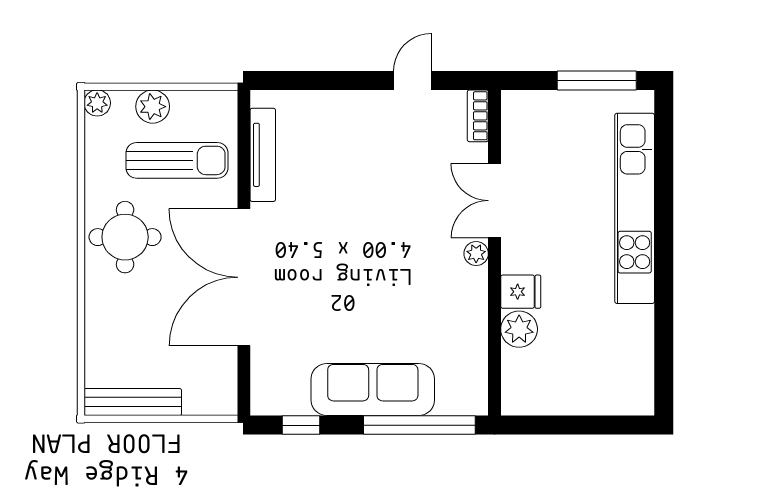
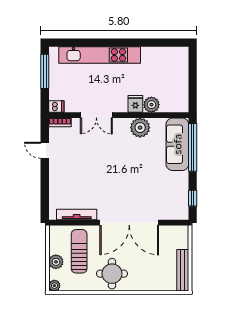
dishwasher: (514, 107) -> (56, 107), added
plant: (476, 254) -> (140, 128), moved, width x1.88, depth x1.88
sofa: (373, 389) -> (177, 144), moved

